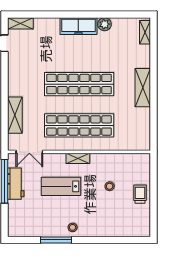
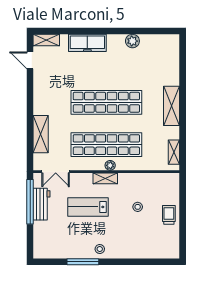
freezer: (78, 26) -> (87, 43), moved
shelving: (145, 32) -> (174, 152), moved
plant: (83, 146) -> (110, 165), added

